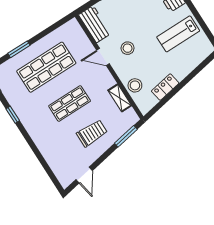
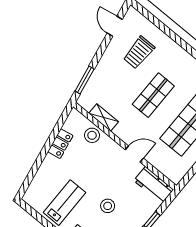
stool: (128, 48) -> (108, 206), moved
trolley: (92, 133) -> (139, 53), moved

